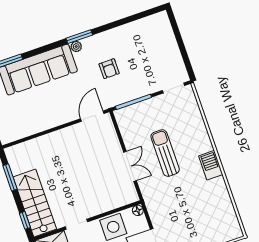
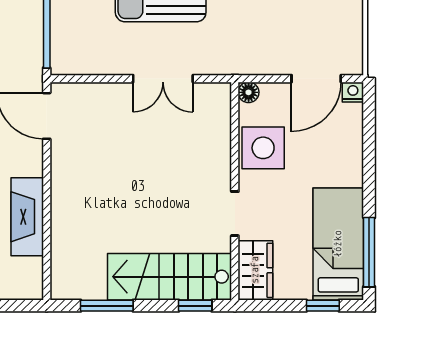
fireplace: (40, 124) -> (27, 217), added
double door: (130, 166) -> (163, 79), swing flipped

